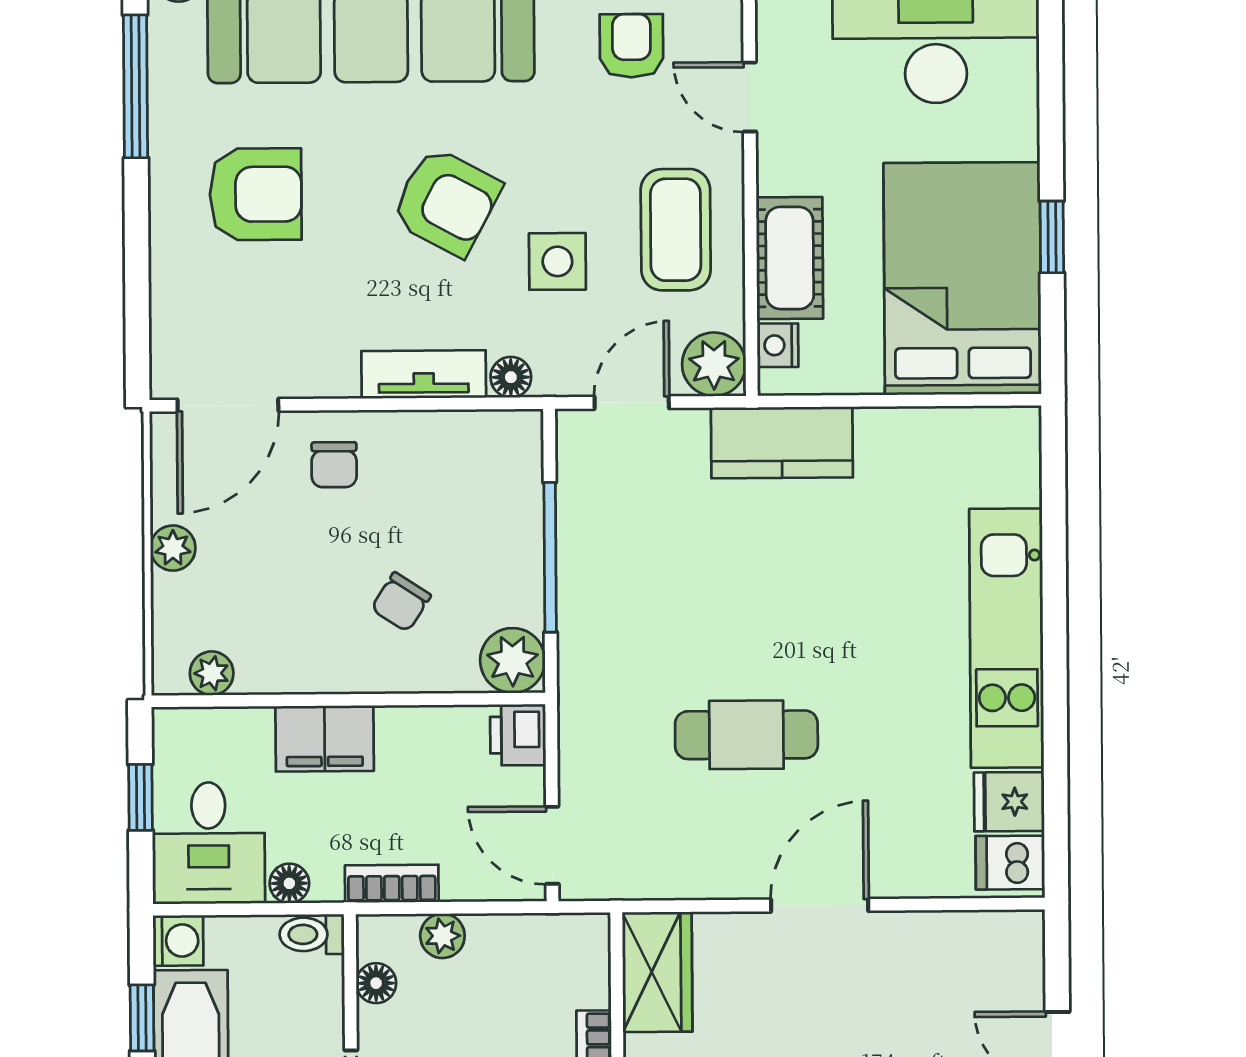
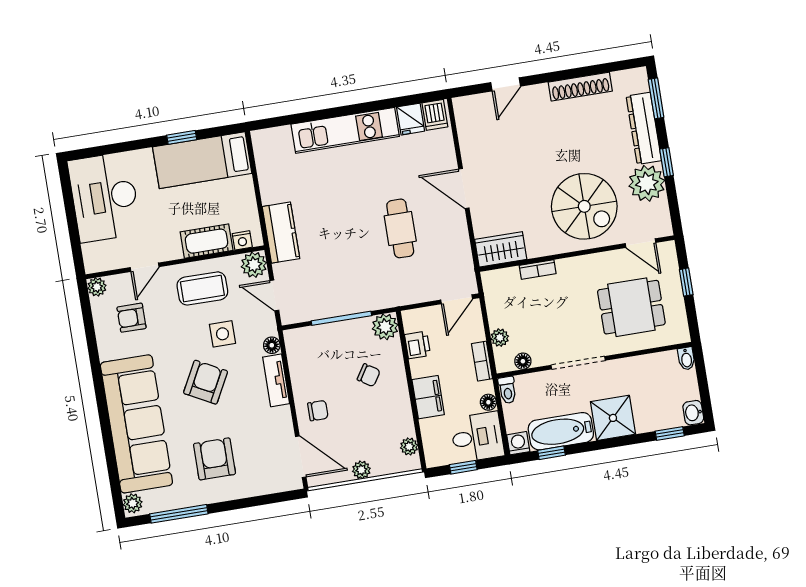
bed: (962, 278) -> (202, 160), width x0.67
printer: (518, 735) -> (418, 345), moved, turned -90

